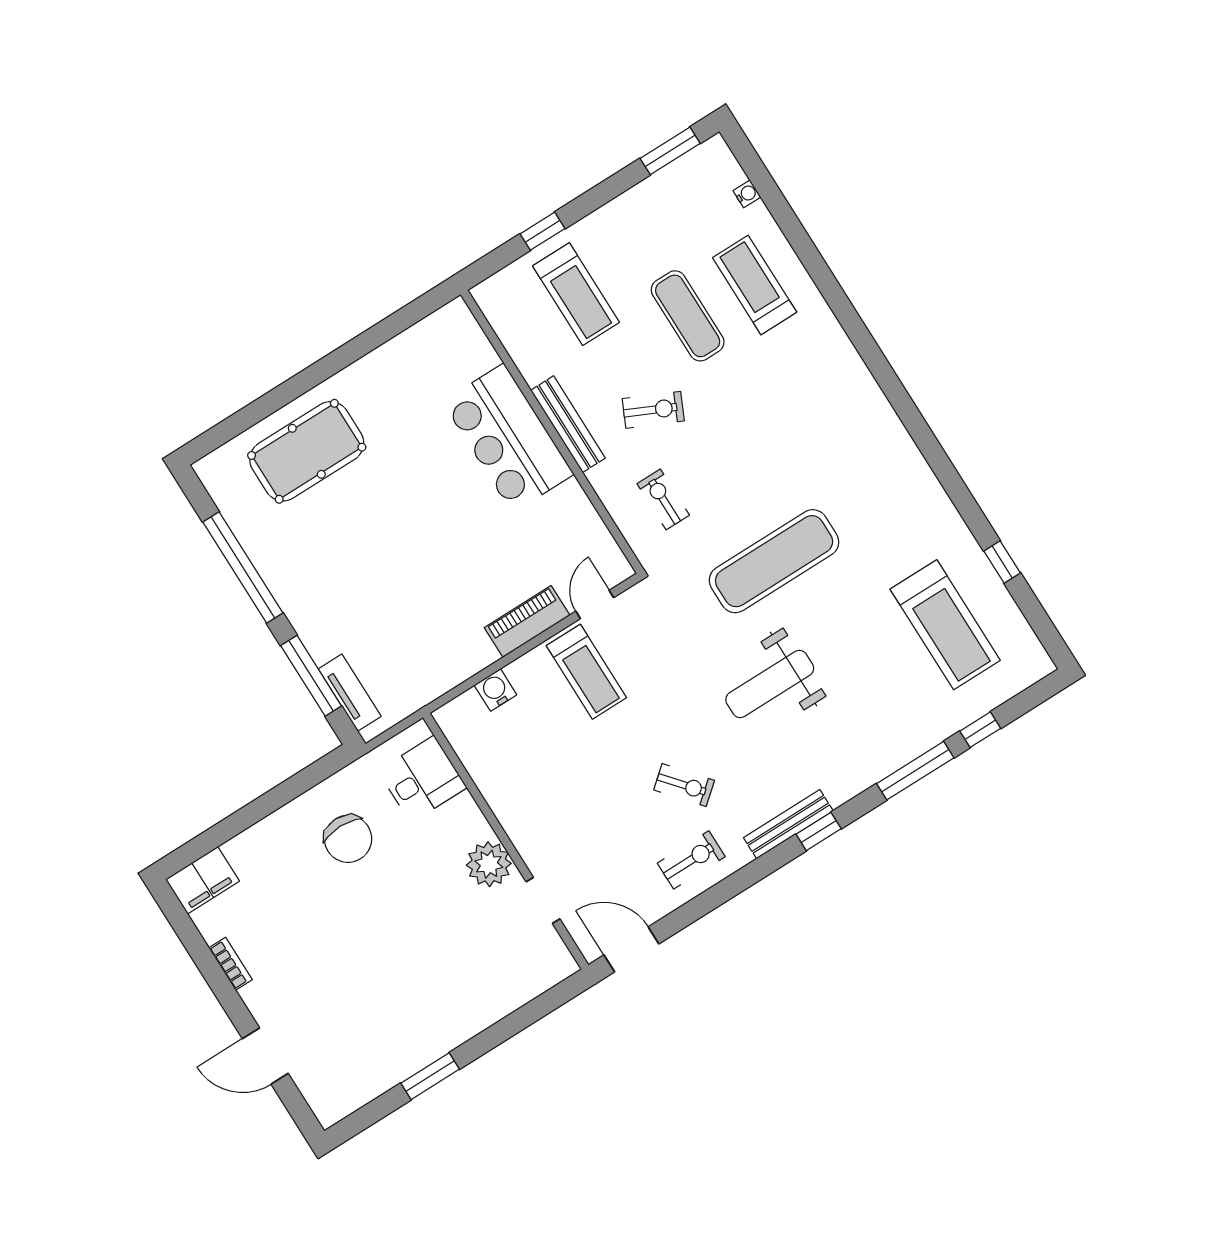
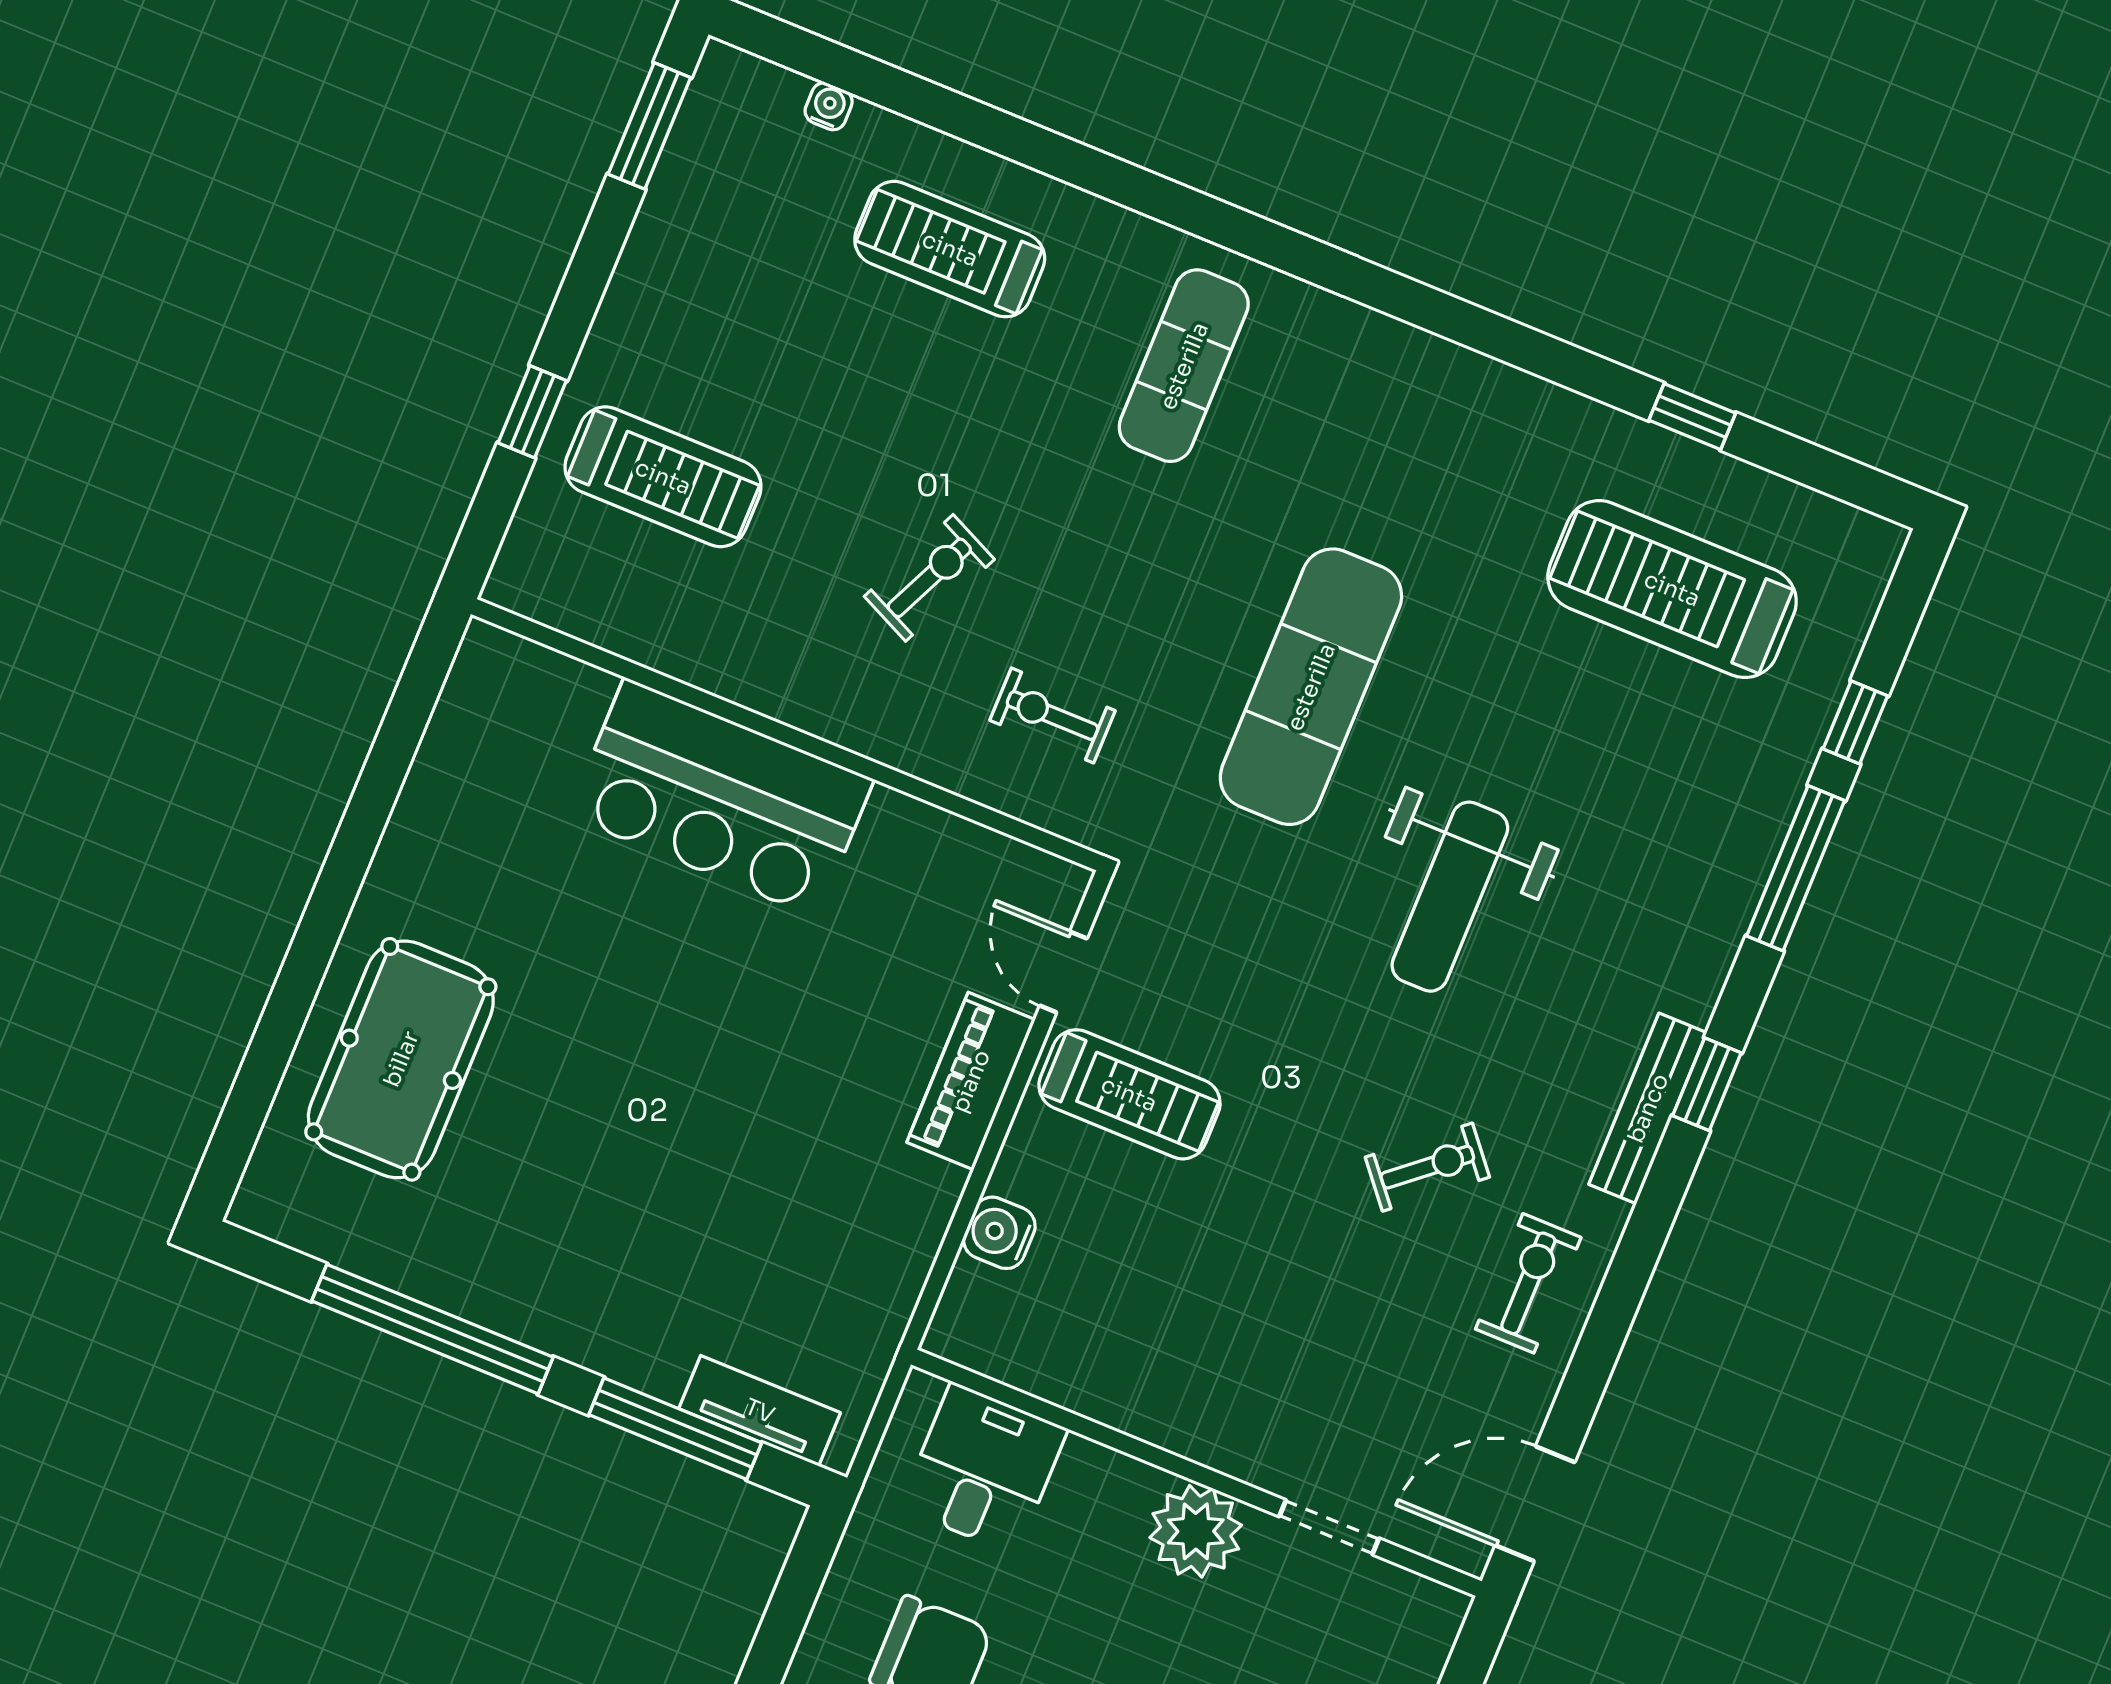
exercise mat: (688, 316) -> (1184, 366), moved, turned 90
bench: (568, 424) -> (804, 703), removed
treadmill: (945, 625) -> (1672, 589), turned 180

